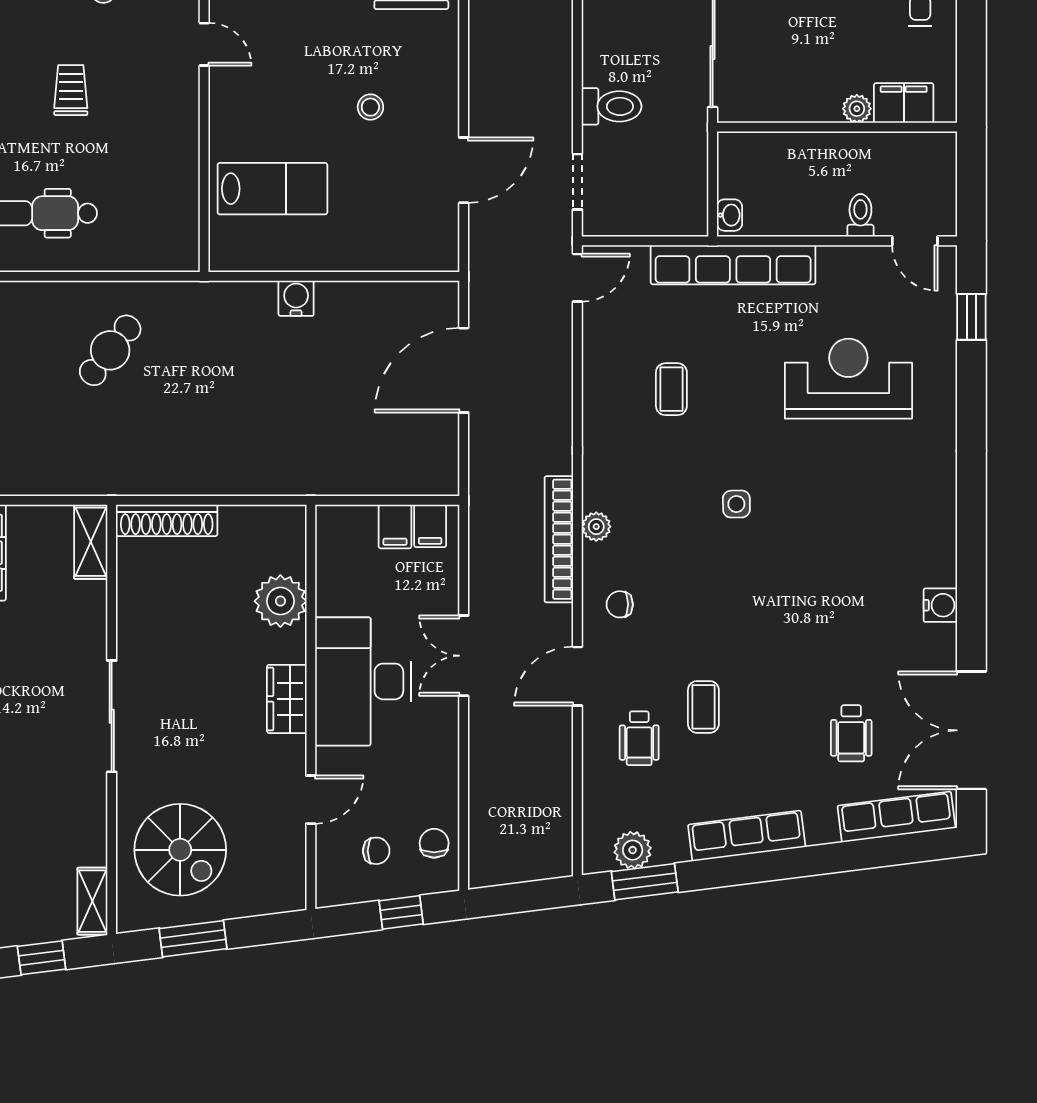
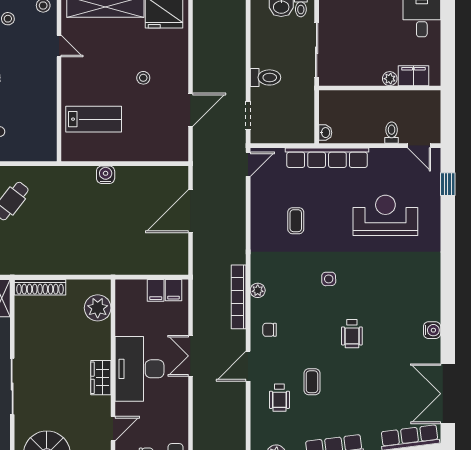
plant: (280, 601) -> (98, 308), moved
wheelchair: (851, 733) -> (352, 334), moved

